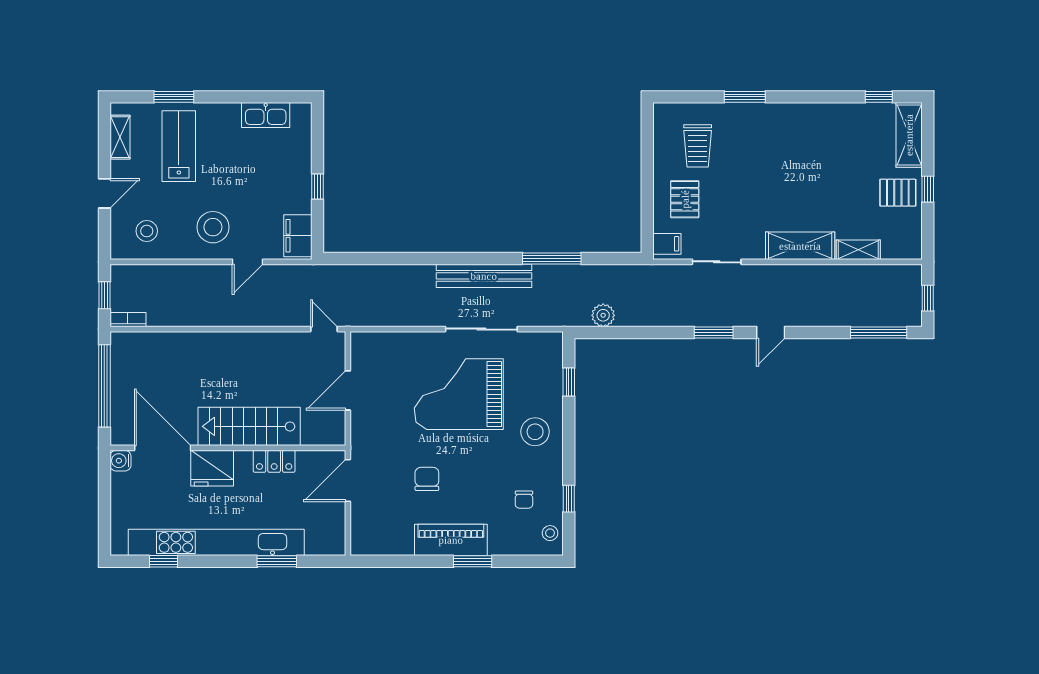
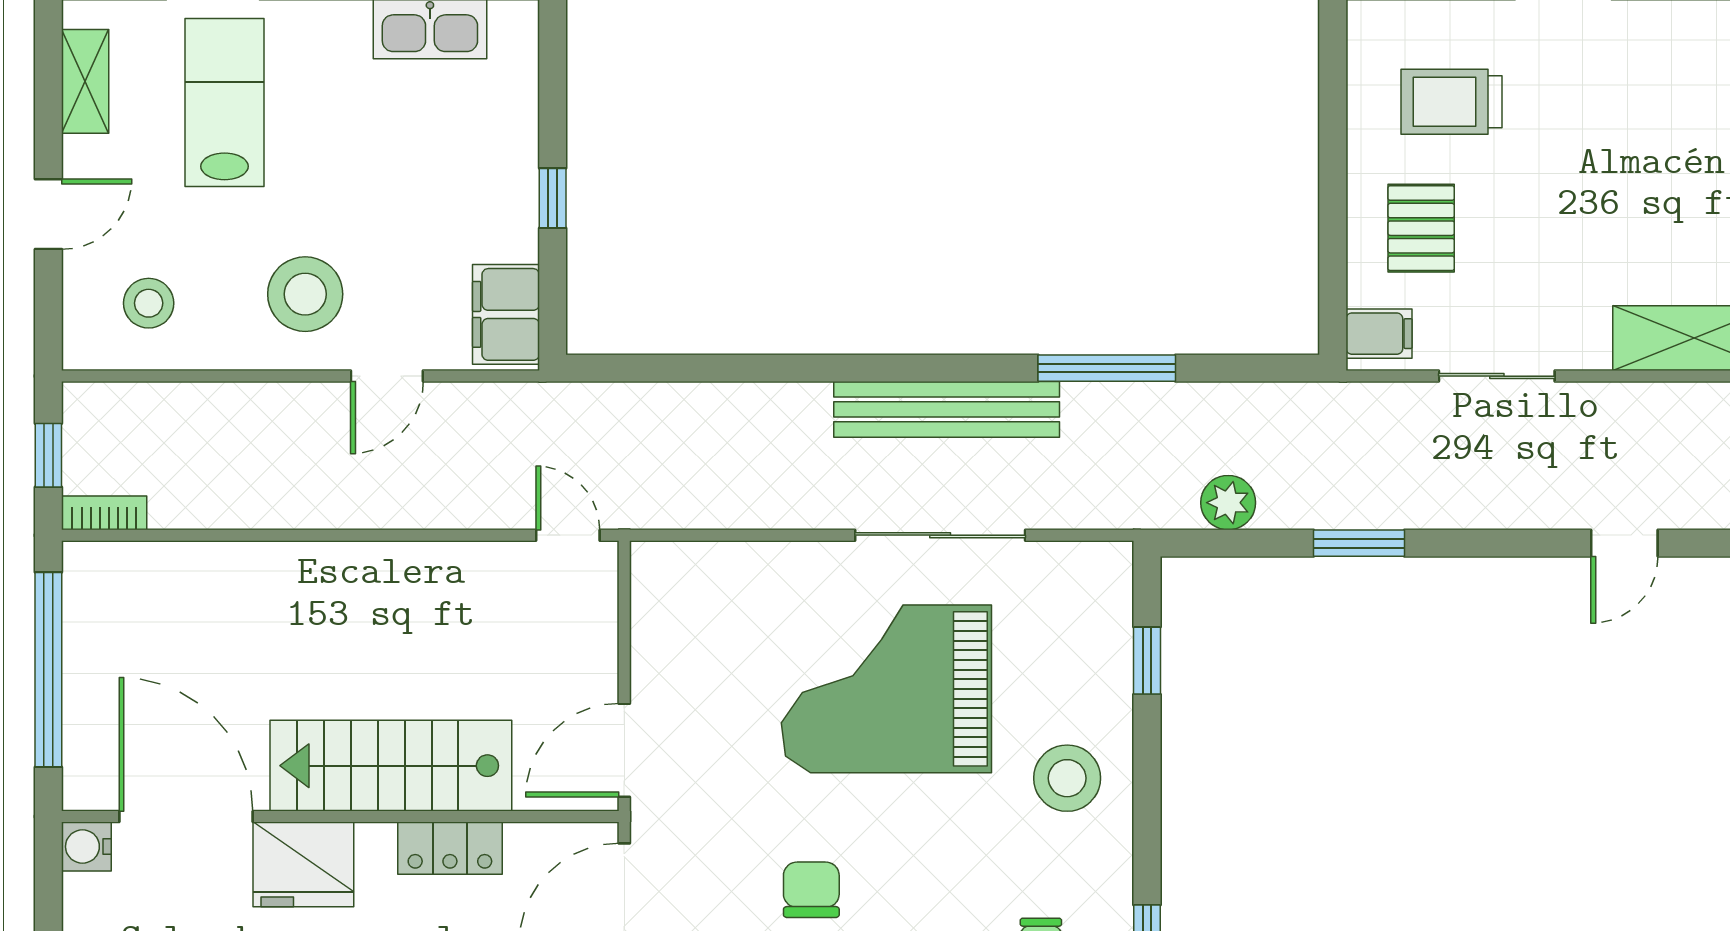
trolley: (698, 146) -> (1452, 102), turned 90
window: (714, 332) -> (1359, 543), moved
door: (348, 390) -> (624, 750), moved

